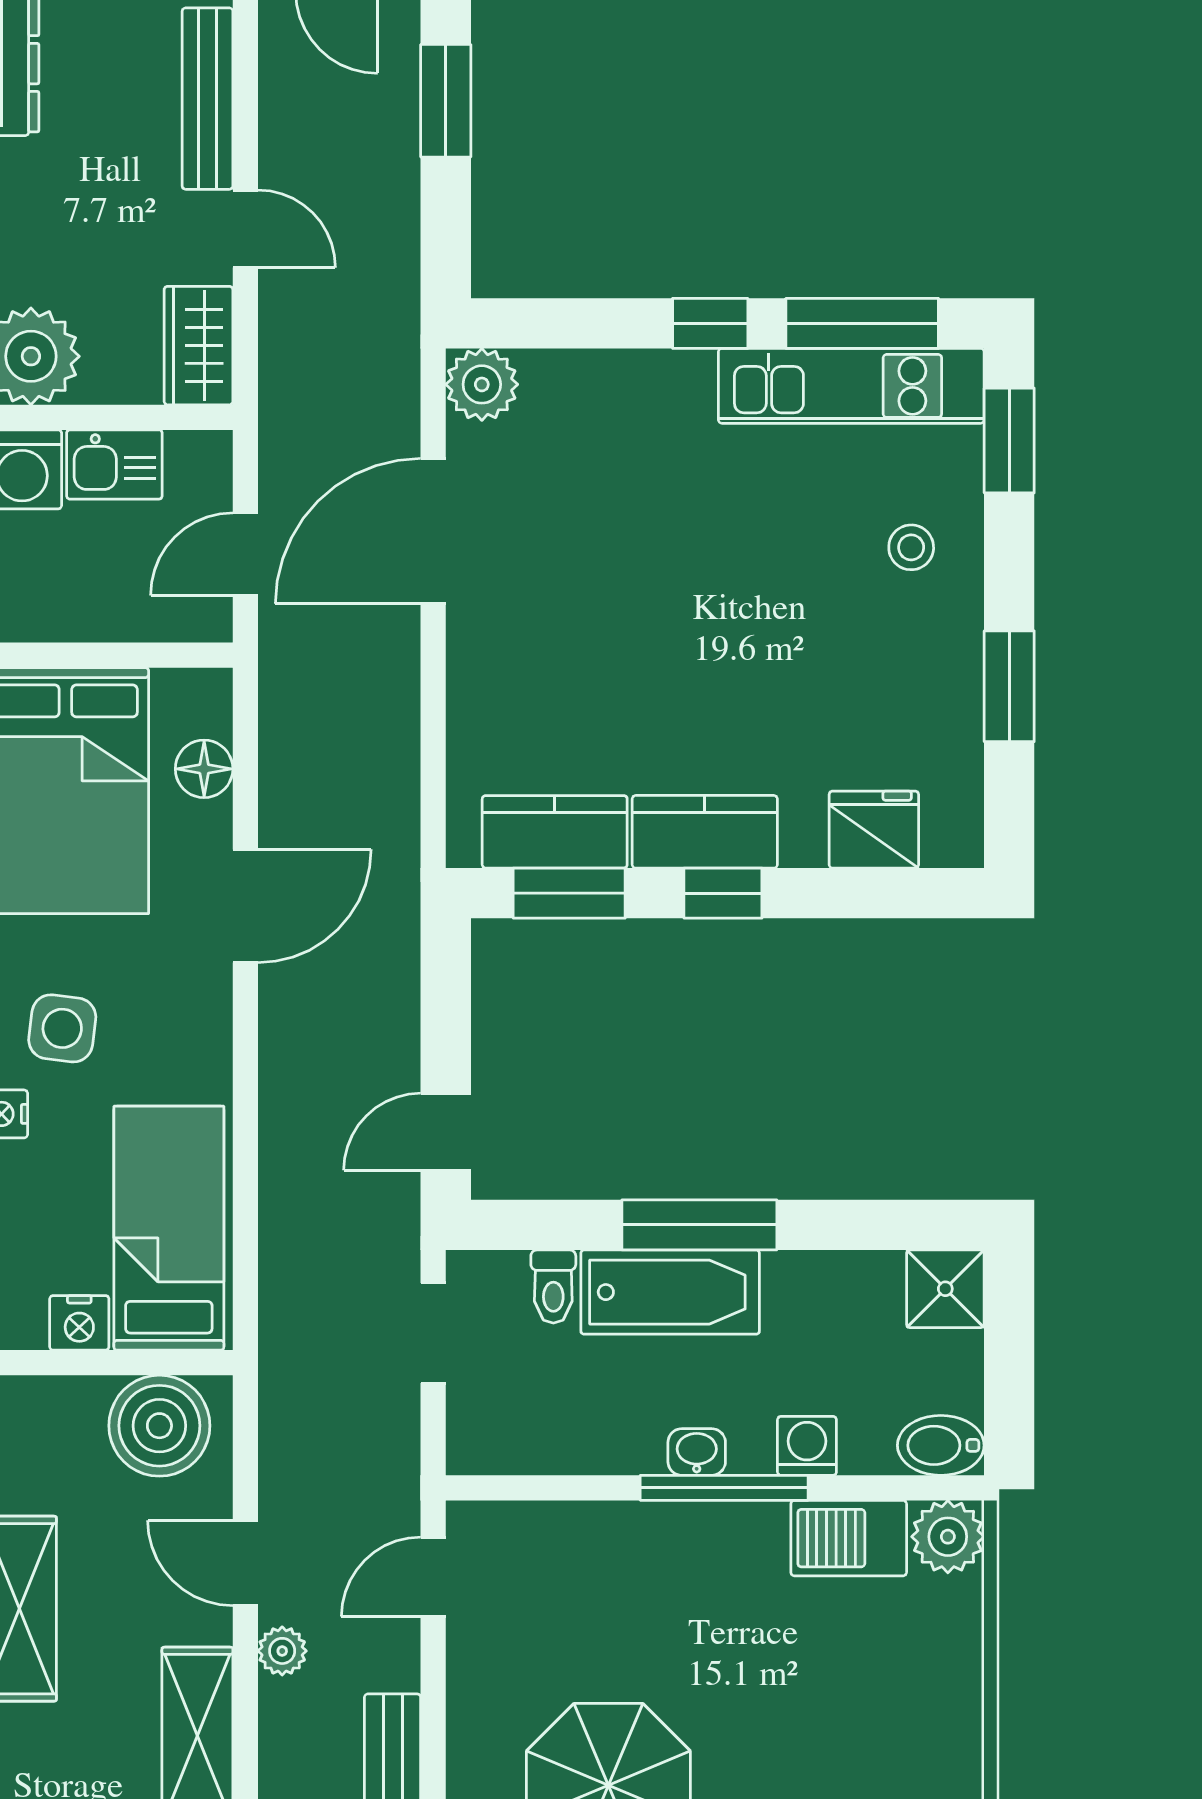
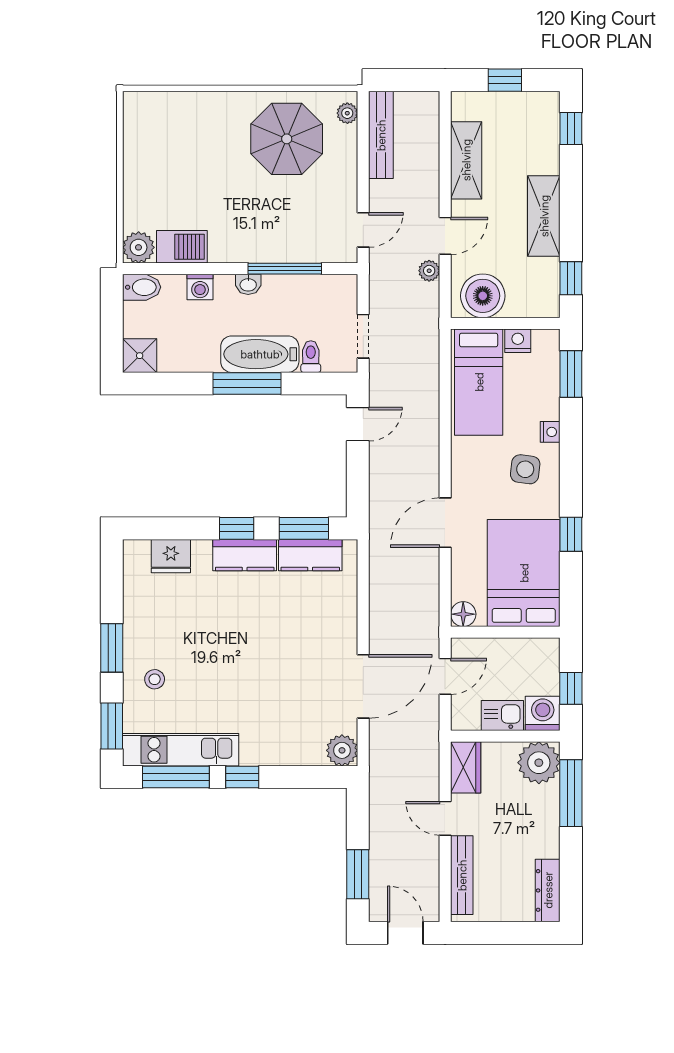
window: (1009, 686) -> (112, 648), moved
floor lamp: (204, 769) -> (463, 614), moved
window: (724, 1488) -> (285, 269), moved
door: (245, 1563) -> (445, 236), hinge flipped
plant: (282, 1651) -> (429, 271), moved

